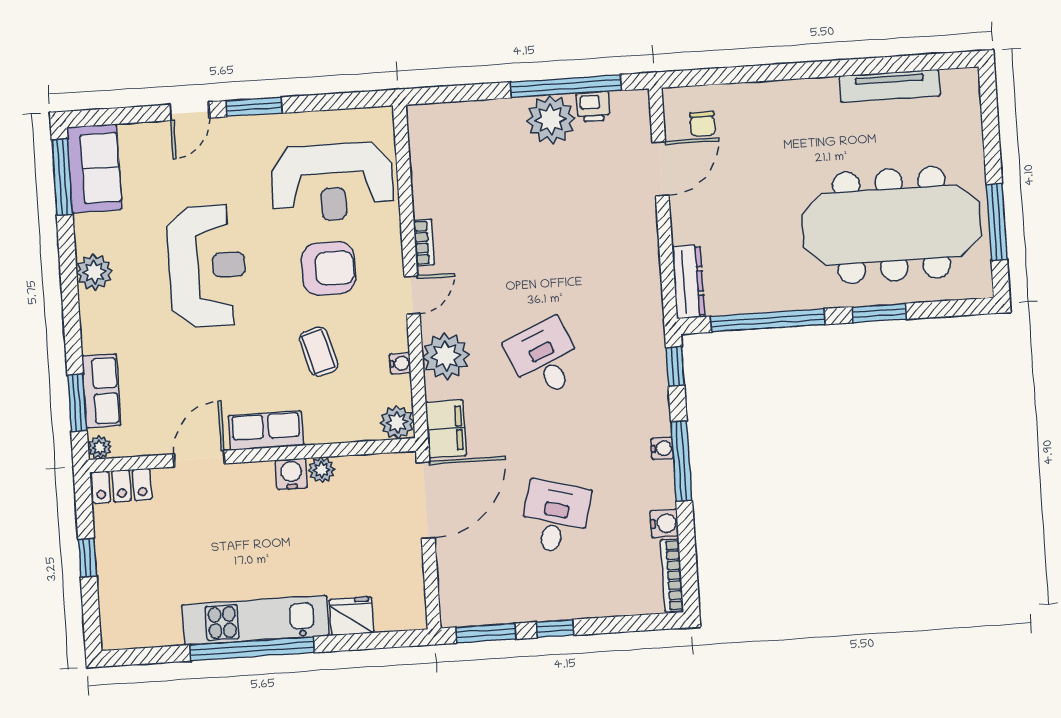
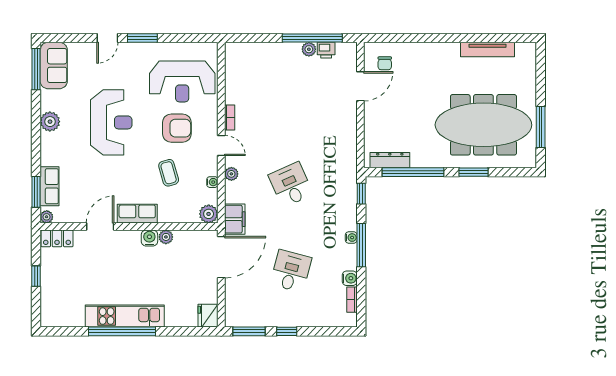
plant: (551, 120) -> (309, 49), width x0.53, depth x0.53
dresser: (688, 282) -> (390, 160), moved, turned -90
door: (412, 295) -> (221, 146), hinge flipped
plant: (446, 356) -> (231, 174), width x0.53, depth x0.53
bookcase: (672, 575) -> (352, 300), width x0.64
fridge: (352, 616) -> (208, 316), moved, turned -90

